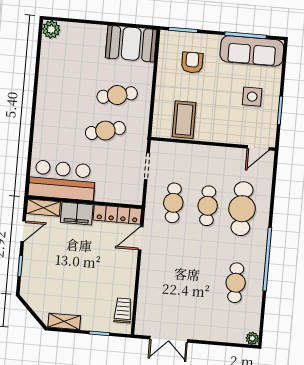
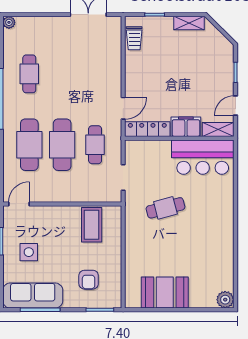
booth: (131, 44) -> (165, 293), moved
cafe table: (117, 95) -> (157, 243), removed
cafe table: (208, 206) -> (62, 145), width x1.37, depth x1.35

